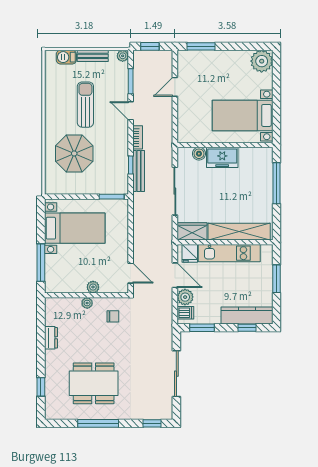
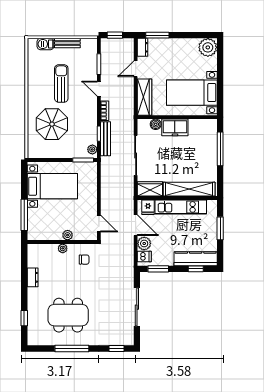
plant: (123, 56) -> (92, 149), moved
dresser: (183, 61) -> (143, 47), added
wardrobe: (186, 121) -> (145, 97), added

